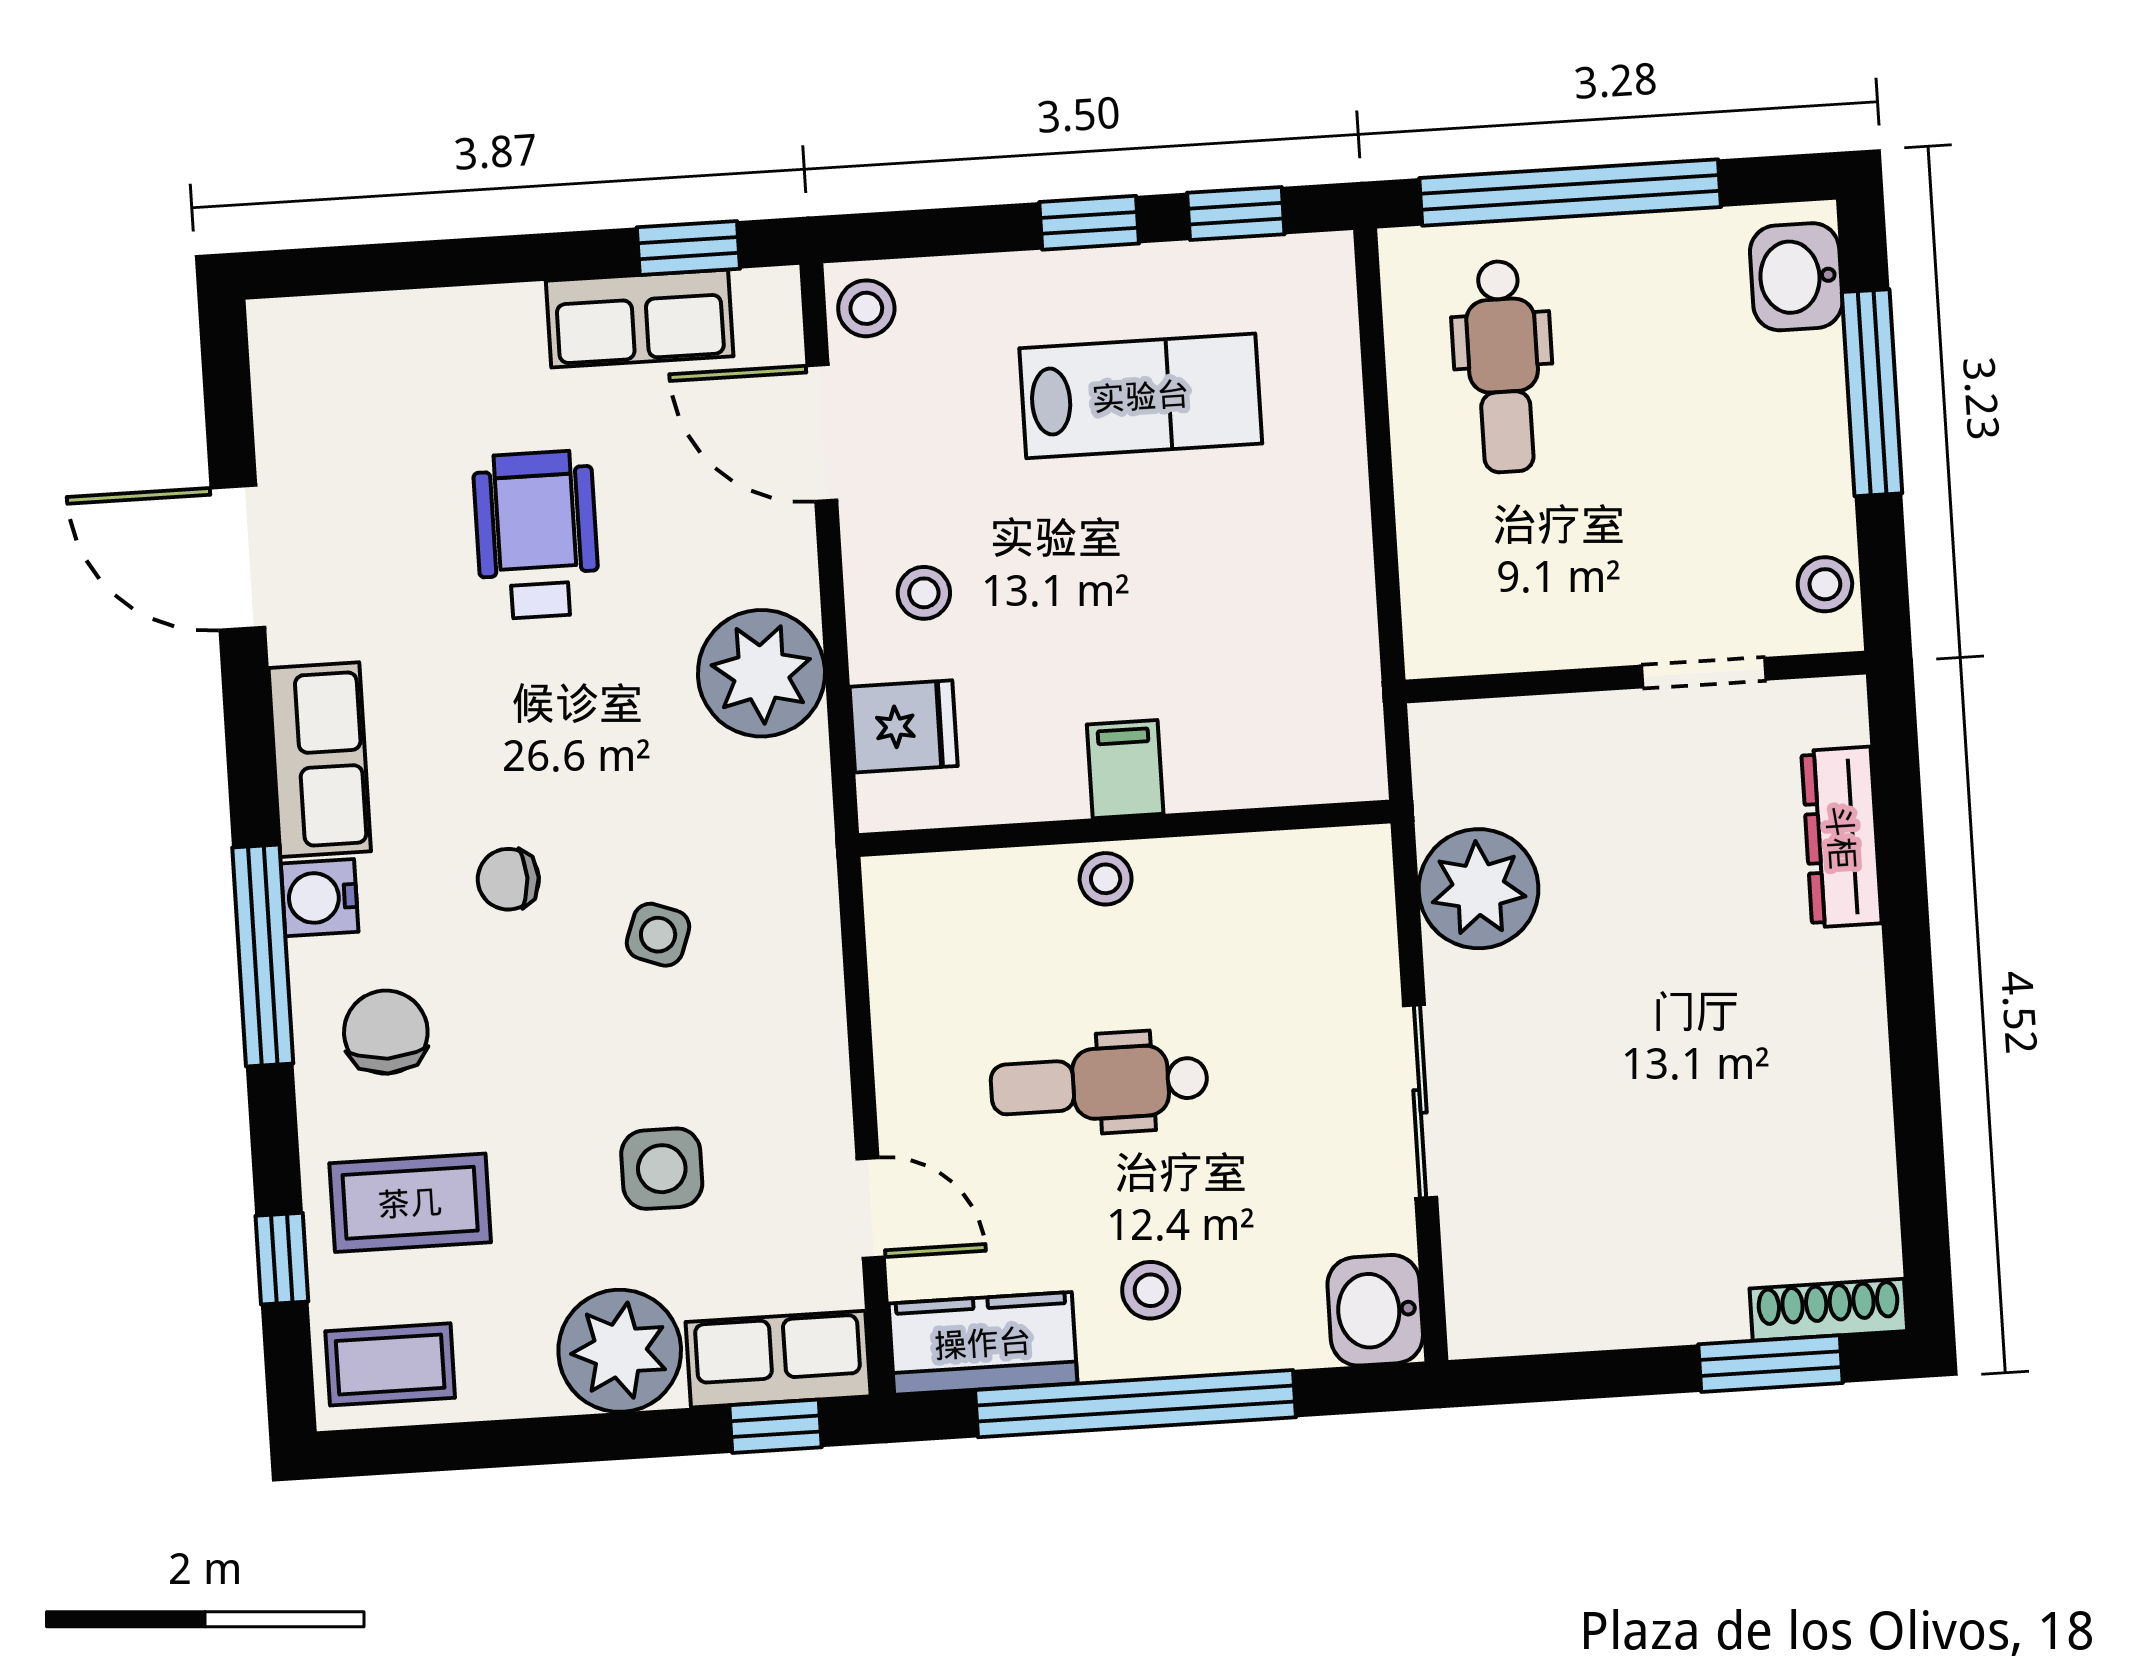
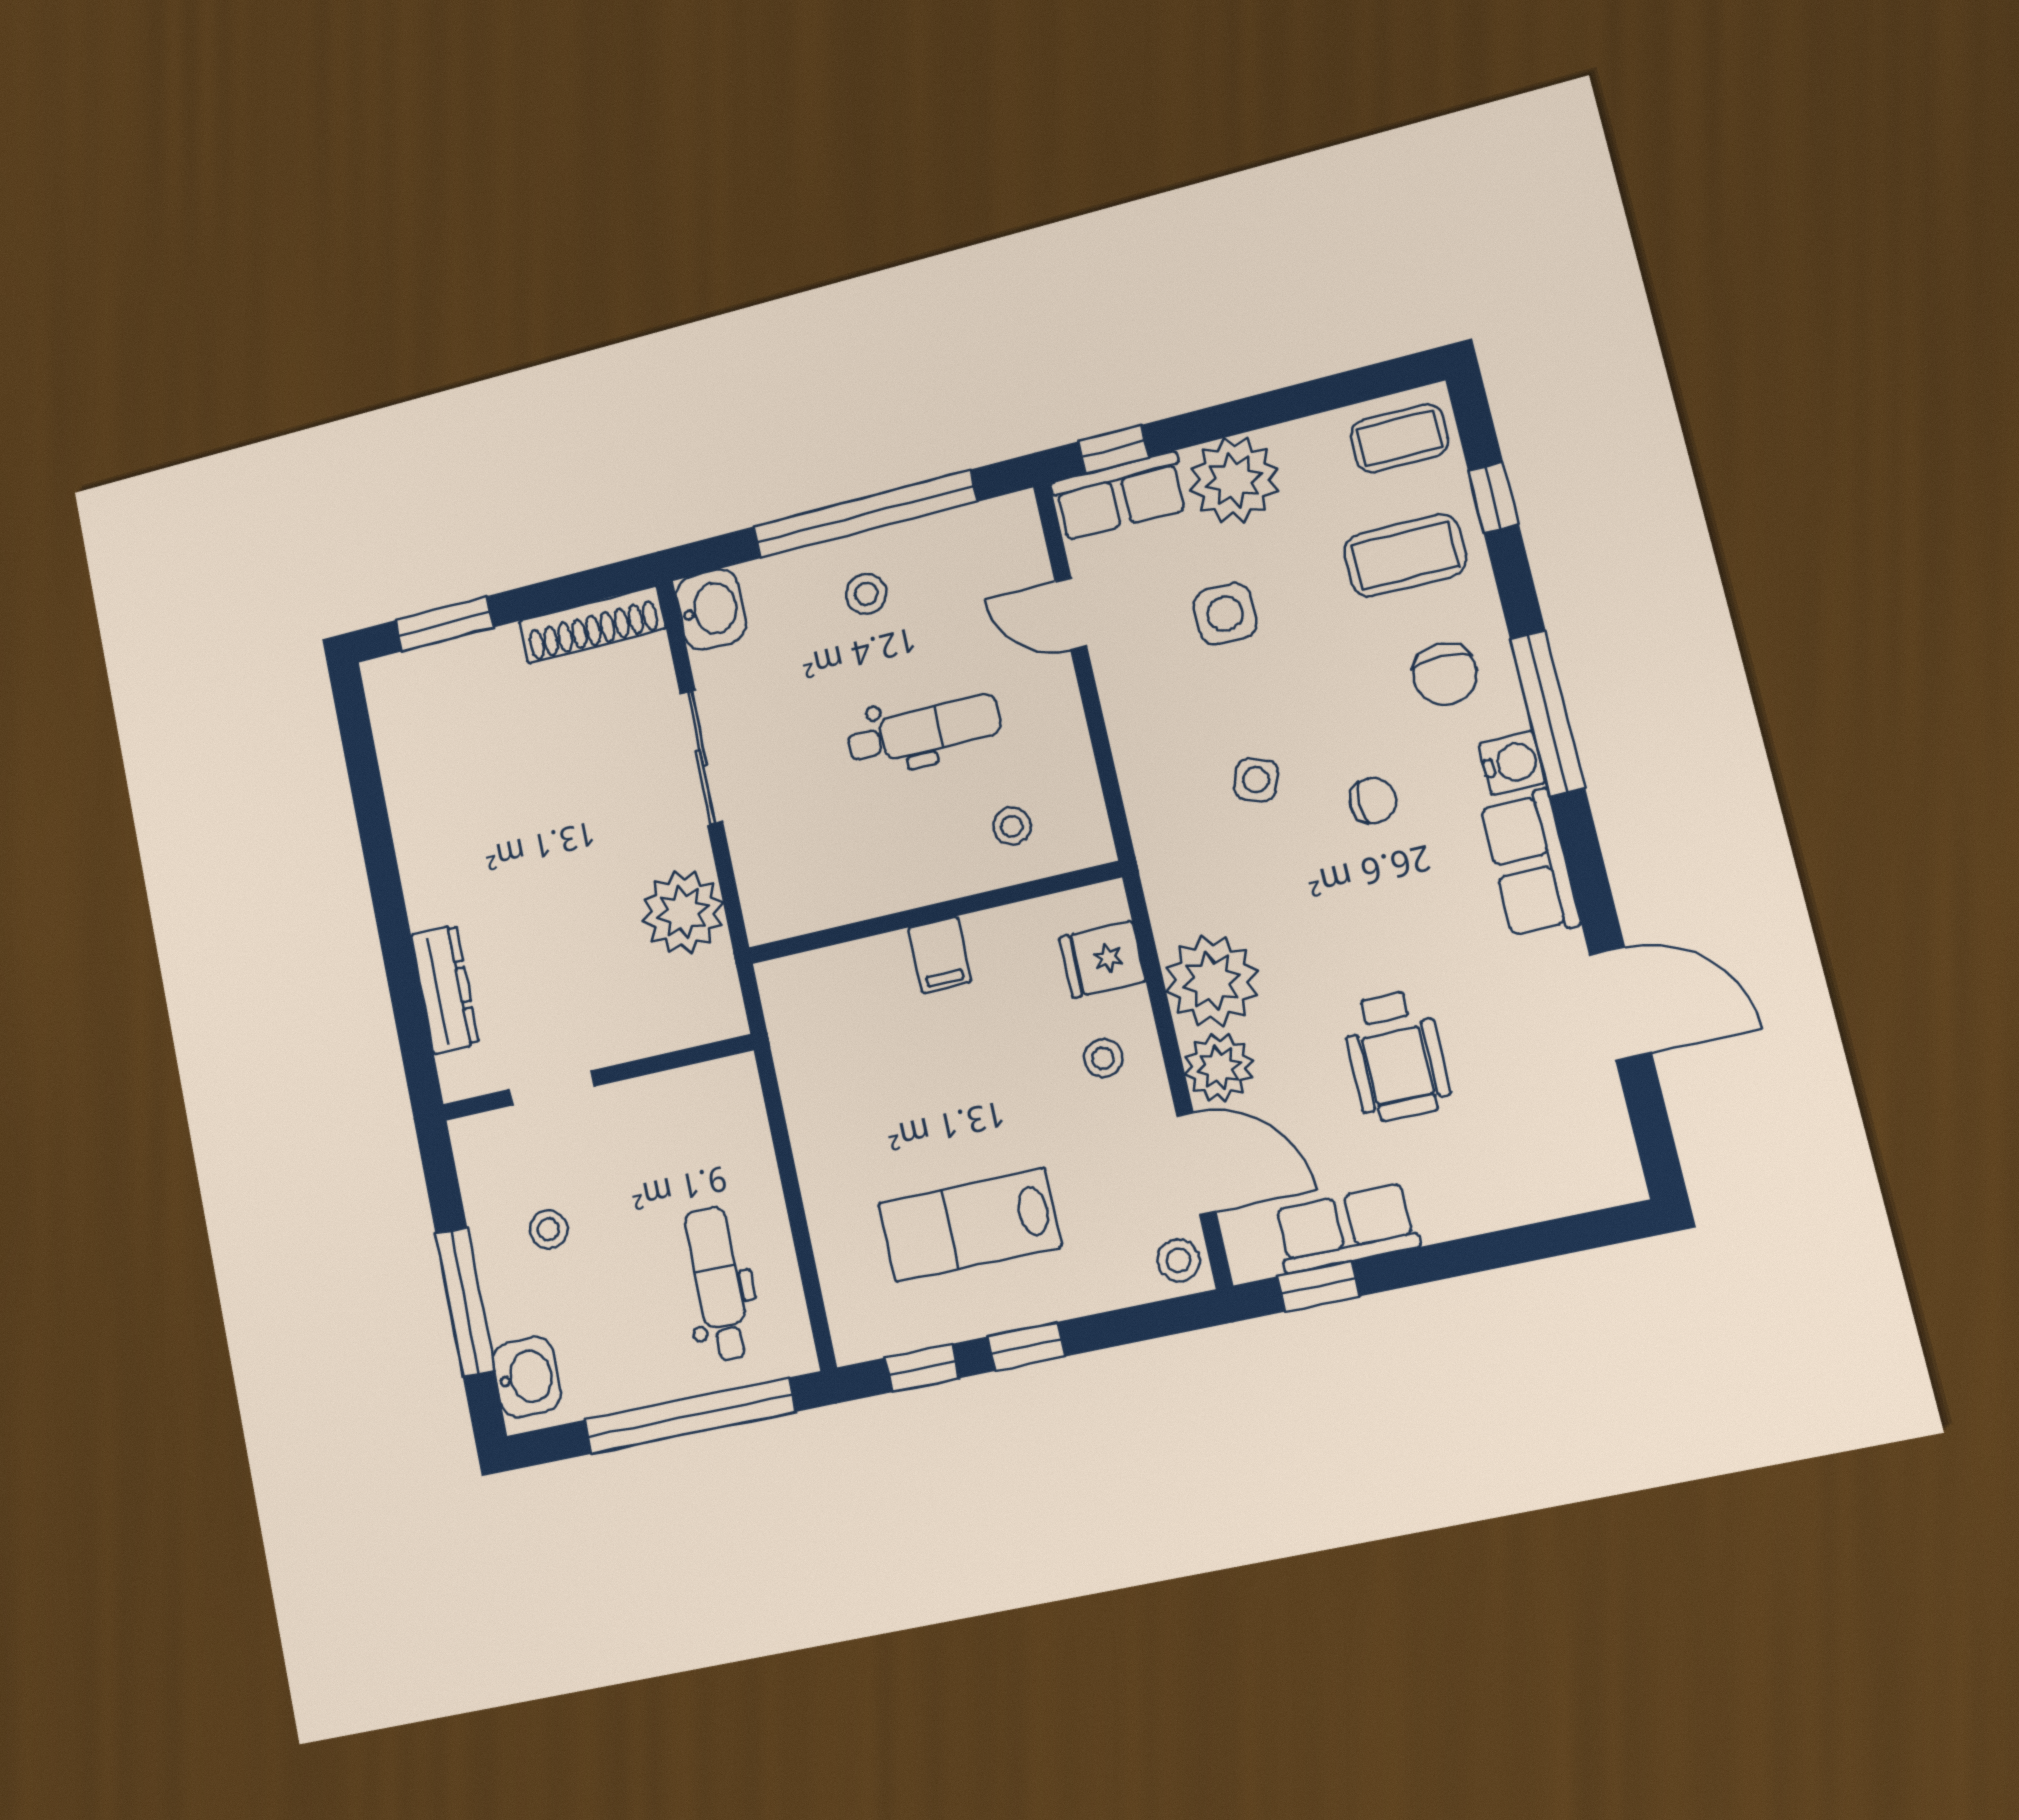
plant: (771, 556) -> (1219, 1067), added
stool: (1825, 584) -> (548, 1229), moved
stool: (1106, 879) -> (1012, 826), moved
shoe rack: (1828, 1310) -> (592, 625), moved, width x1.36, depth x1.24
kitchen counter: (983, 1343) -> (977, 535), removed

